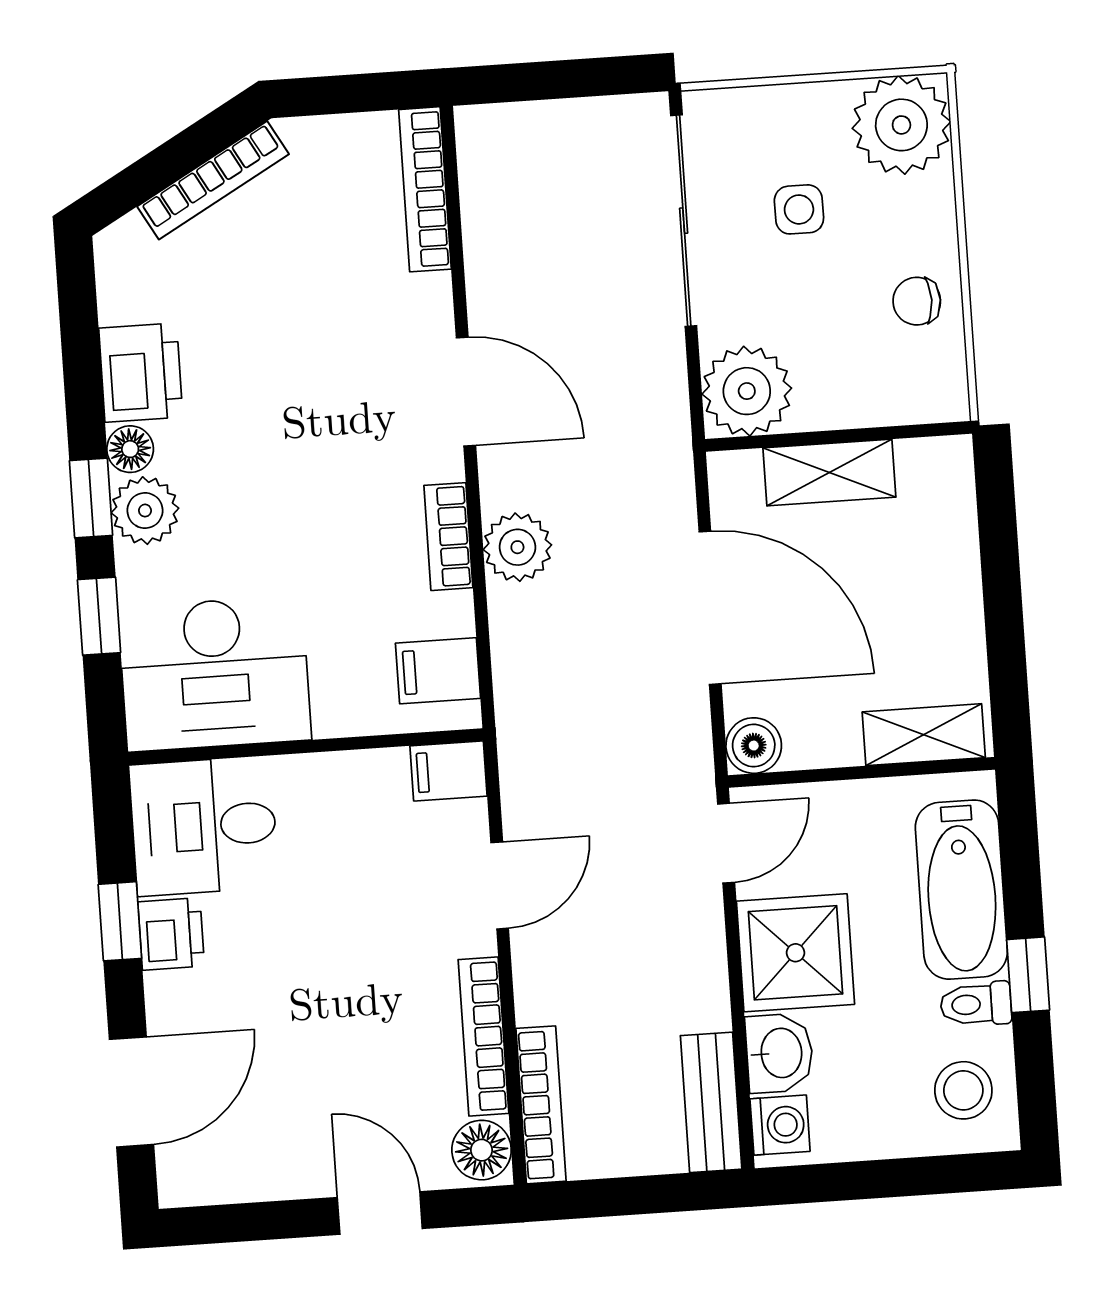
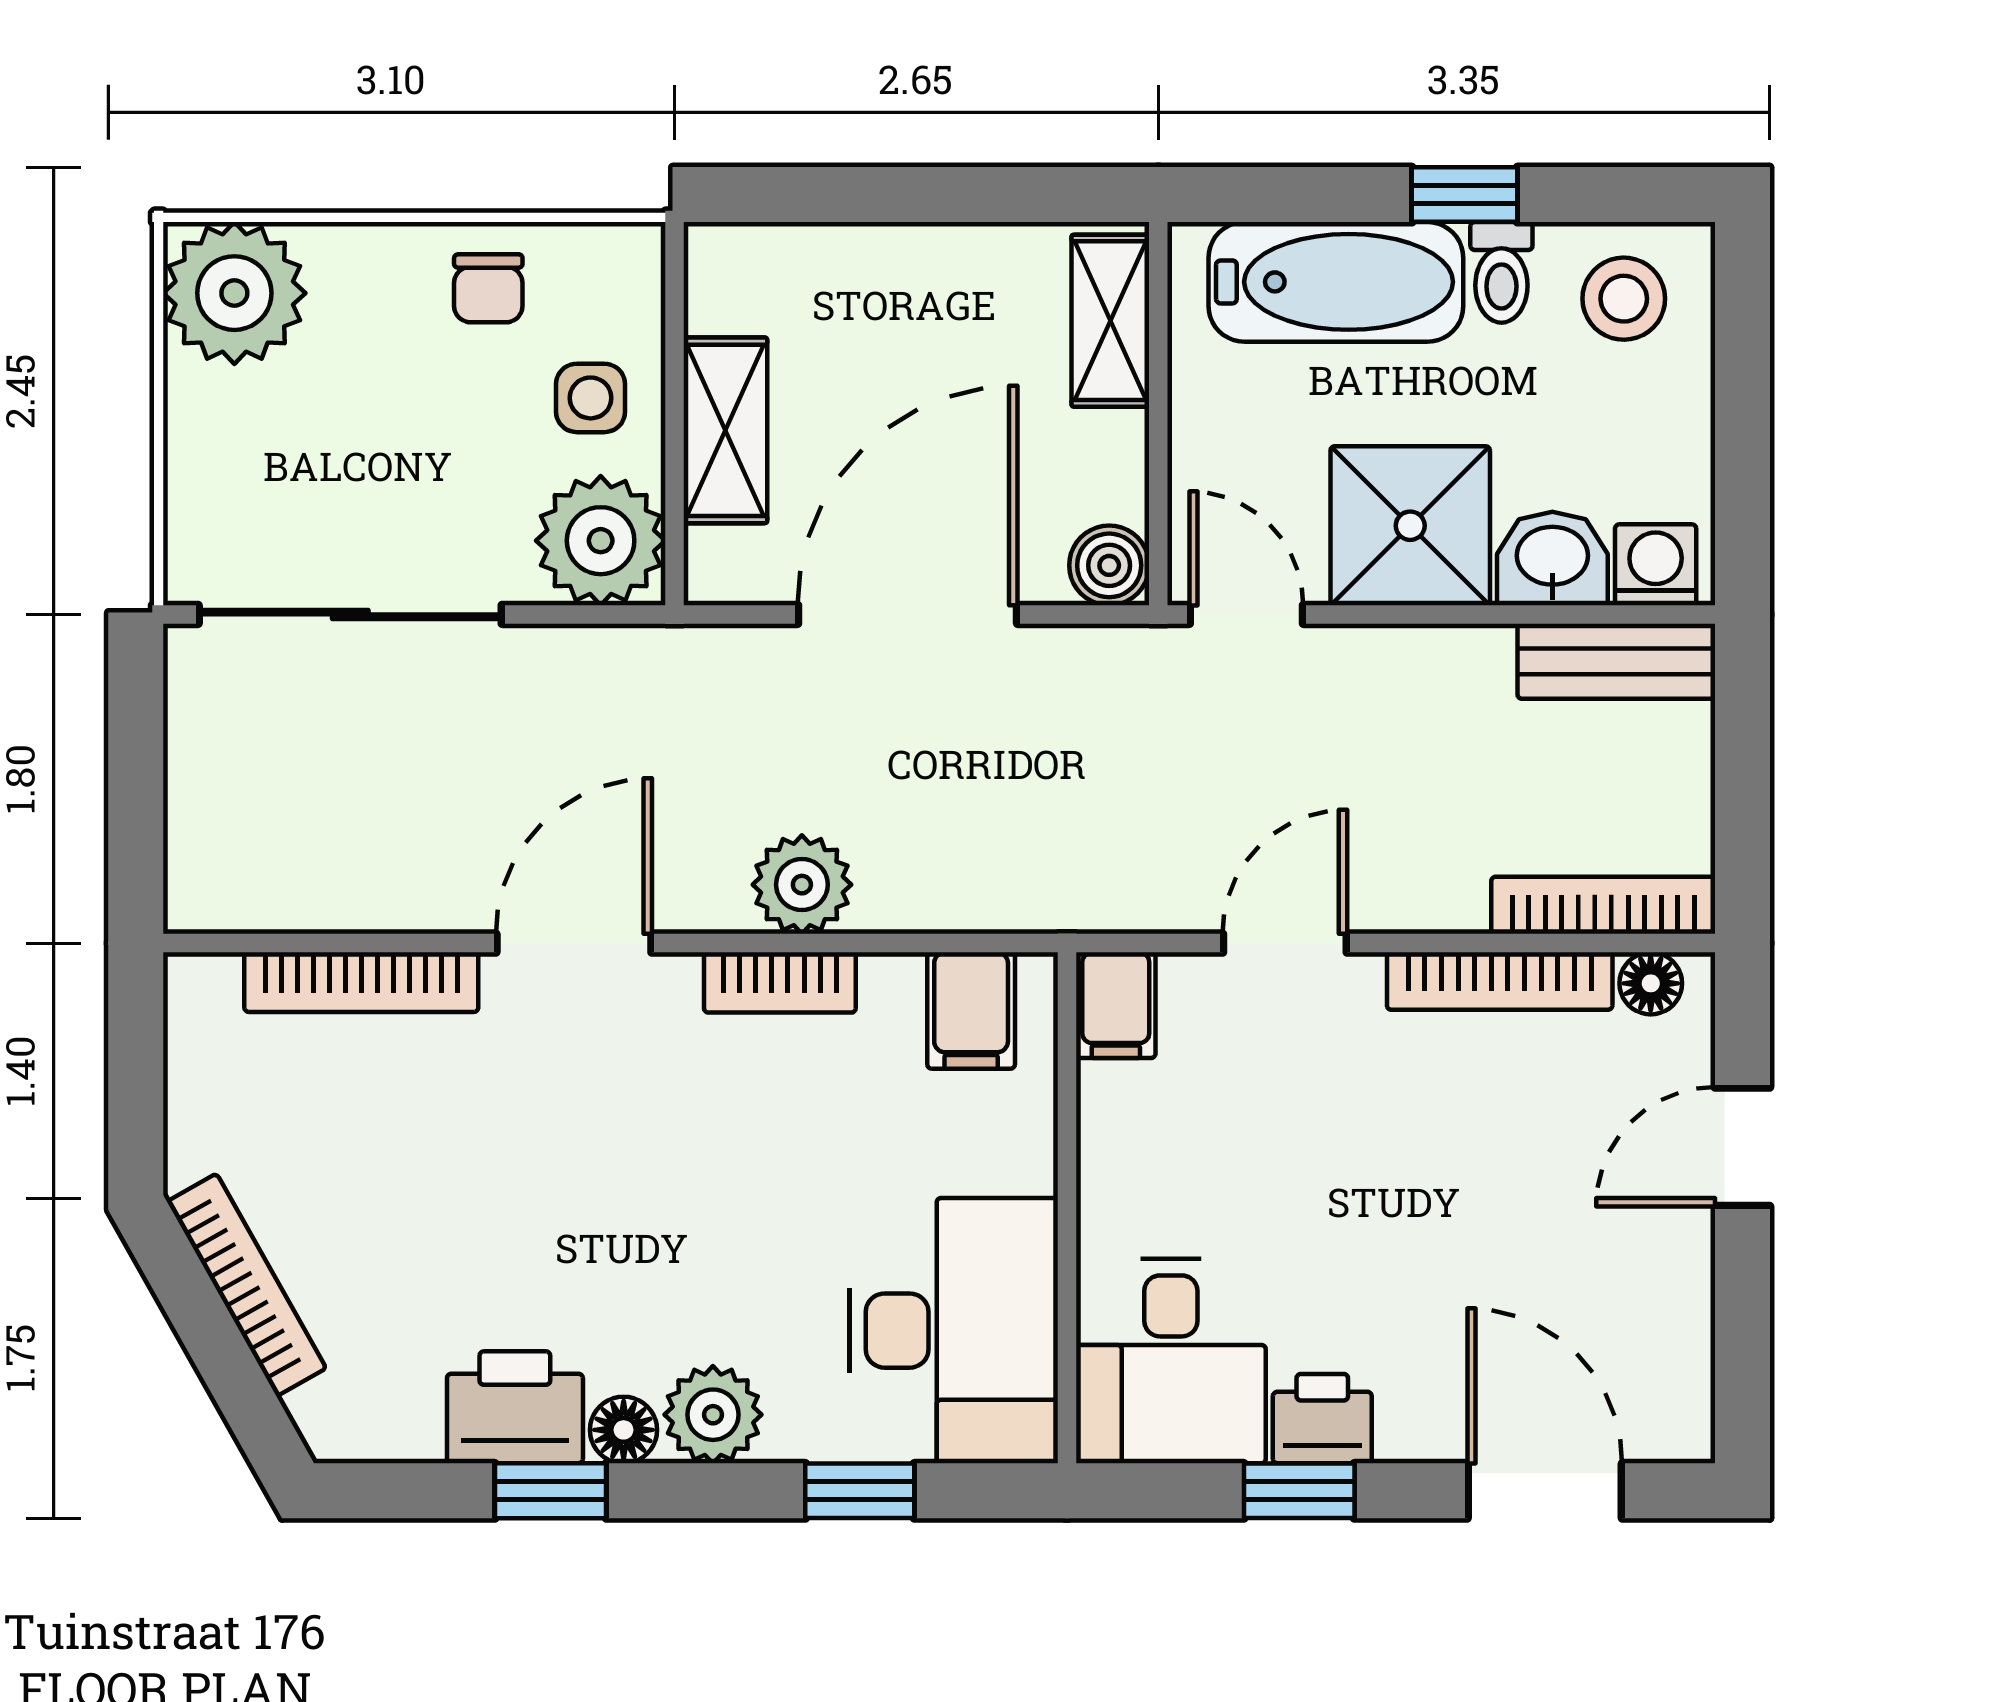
bookcase: (425, 189) -> (361, 982), moved
side table: (799, 209) -> (591, 398), moved
window: (91, 498) -> (551, 1491), moved
door: (500, 885) -> (1285, 943), hinge flipped
floor lamp: (482, 1150) -> (1651, 983), width x0.73, depth x0.73

